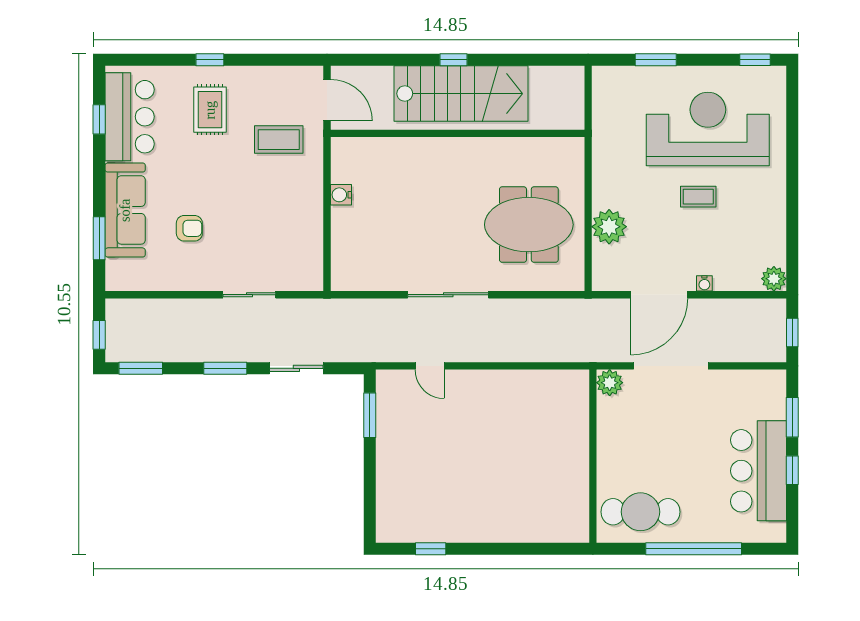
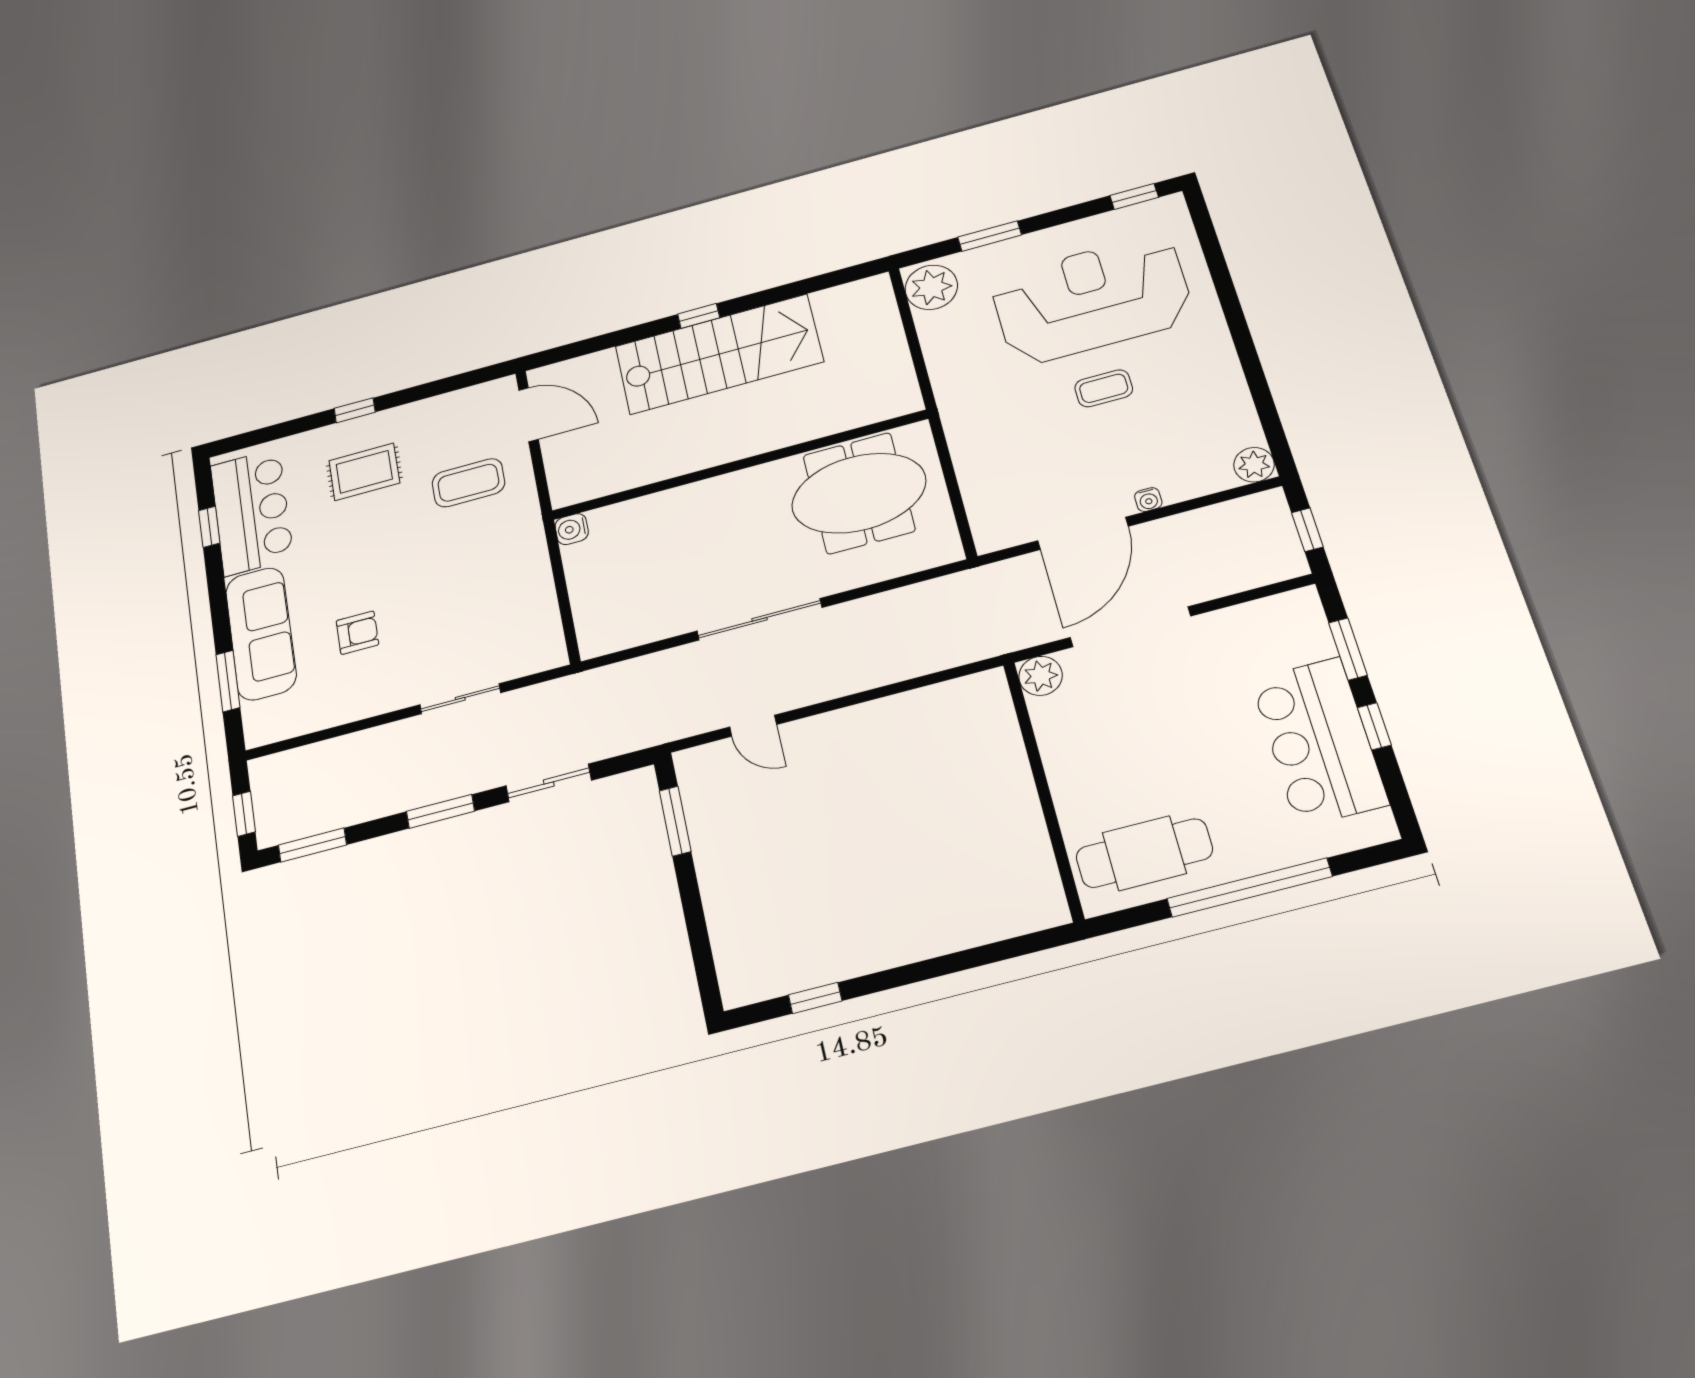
rug: (210, 110) -> (364, 472), turned 90
wall: (458, 133) -> (739, 465), moved
plant: (609, 227) -> (931, 287), moved

